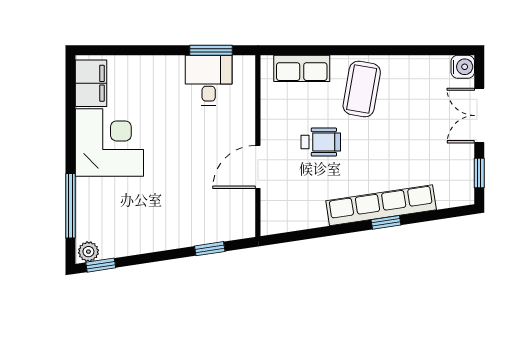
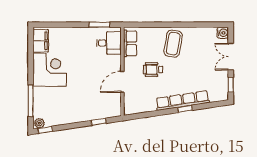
row of seats: (302, 68) -> (130, 43), moved, turned -90
desk: (209, 80) -> (109, 43), moved, turned 90
wheelchair: (321, 142) -> (153, 70), turned 180

